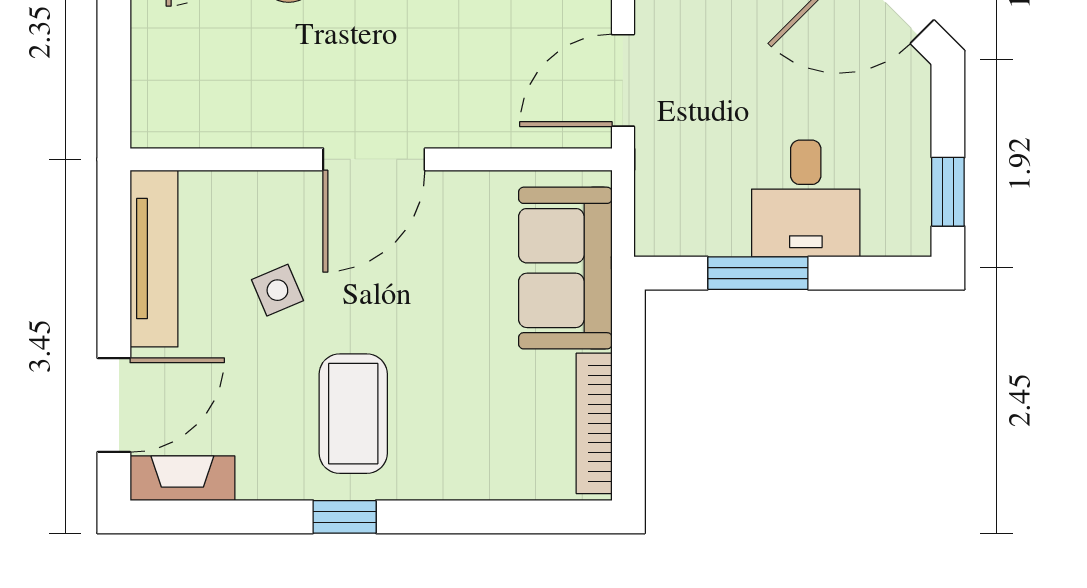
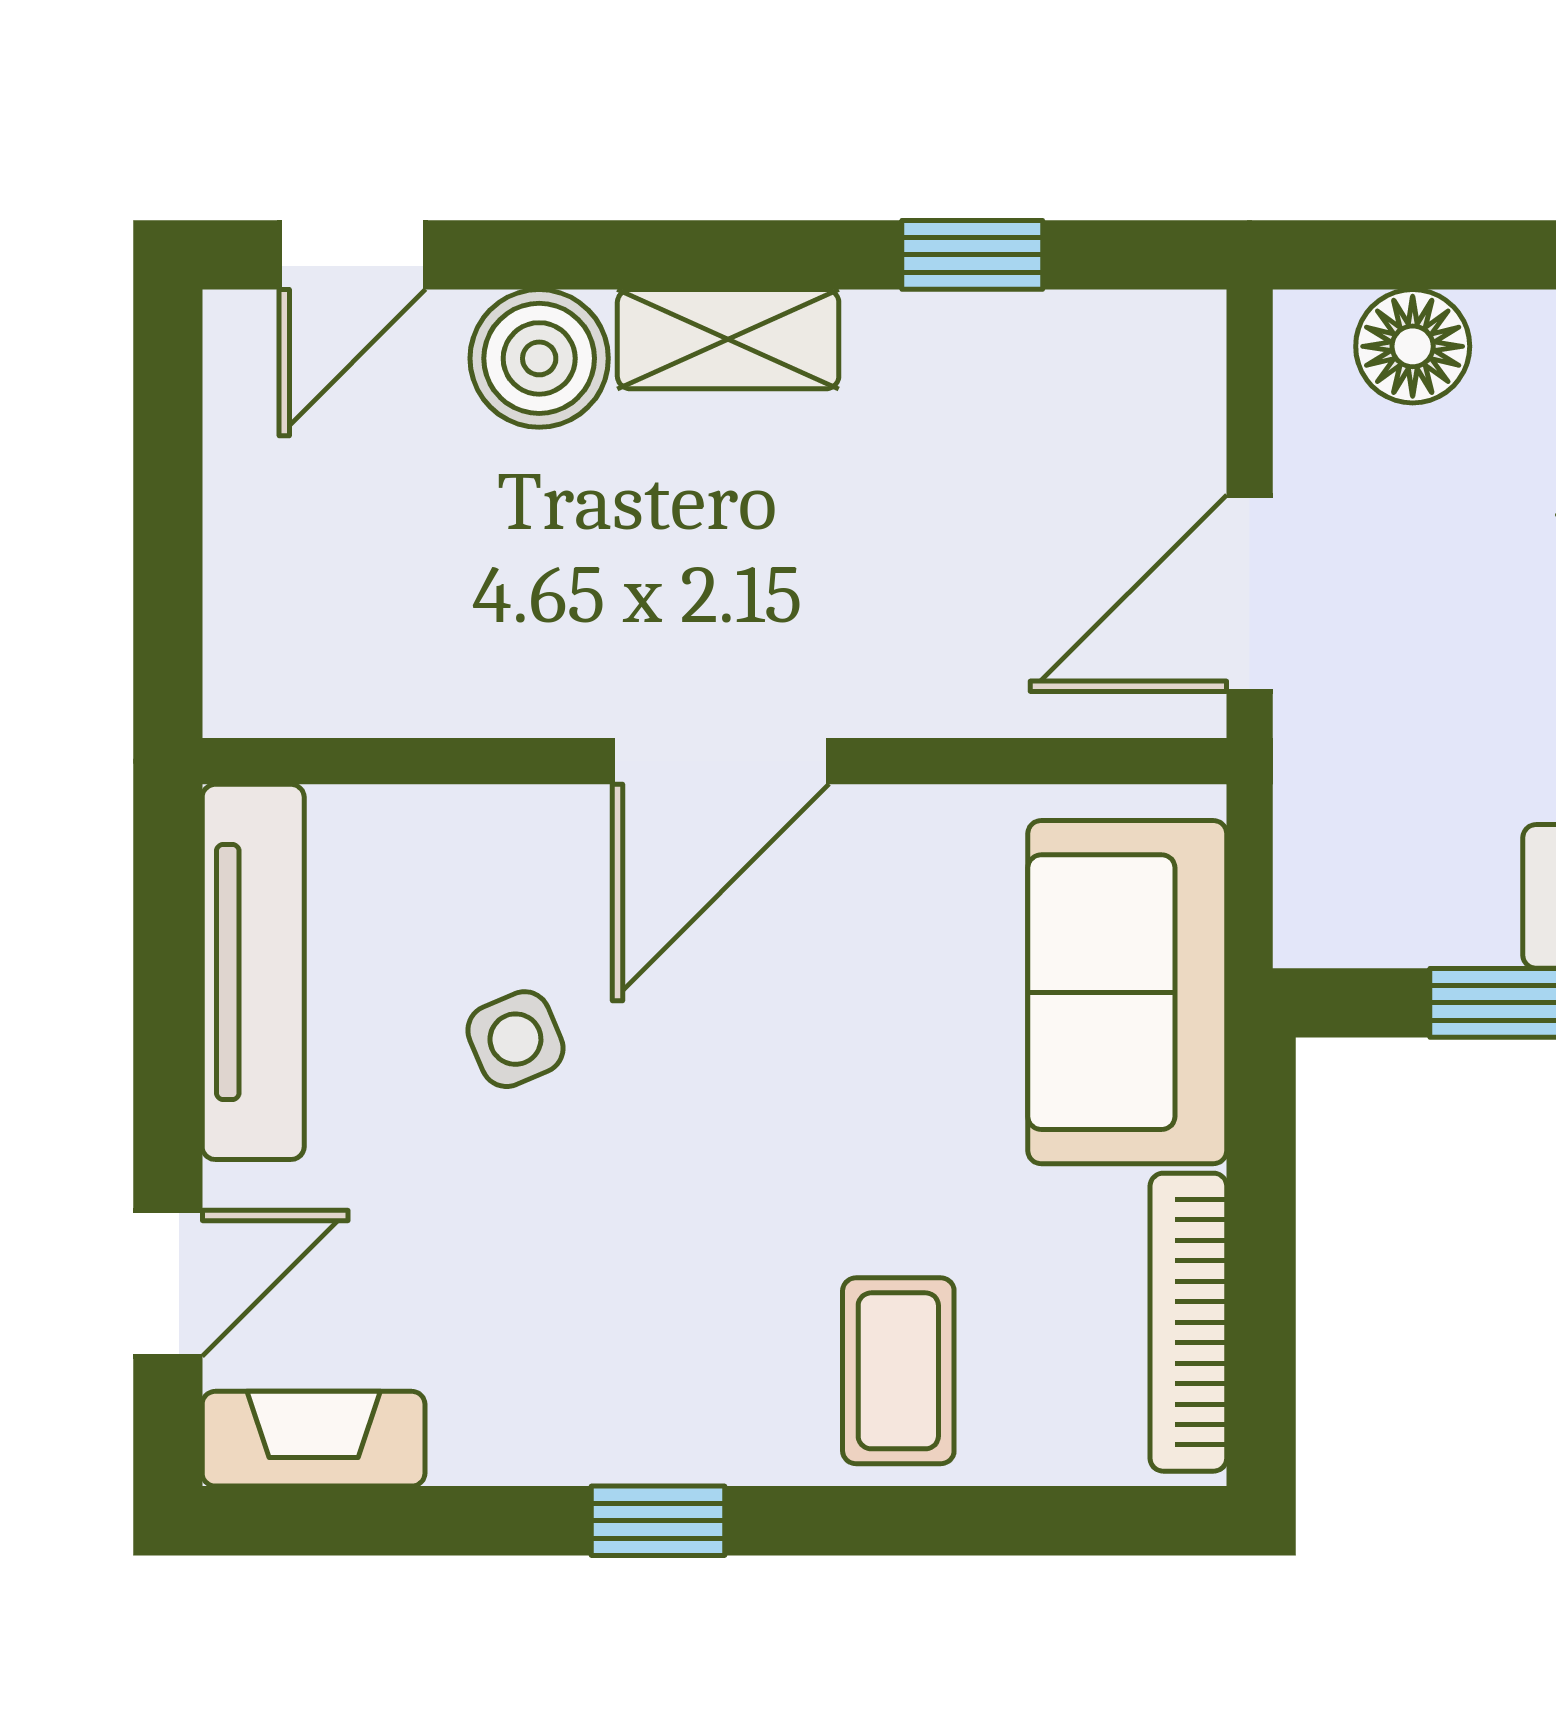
door: (114, 405) -> (168, 1283), width x0.73
coffee table: (353, 414) -> (898, 1371), moved, width x0.73, depth x0.77

